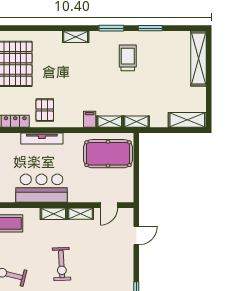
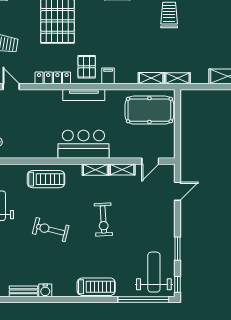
filing cabinet: (90, 119) -> (108, 76), moved

